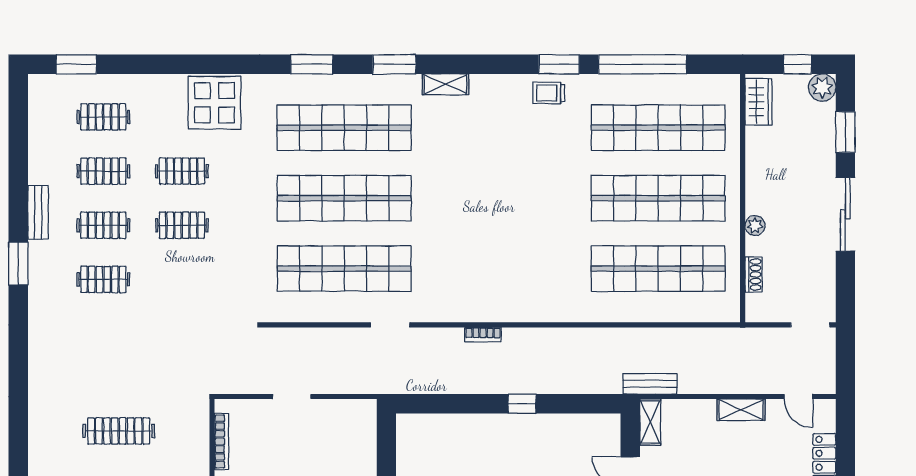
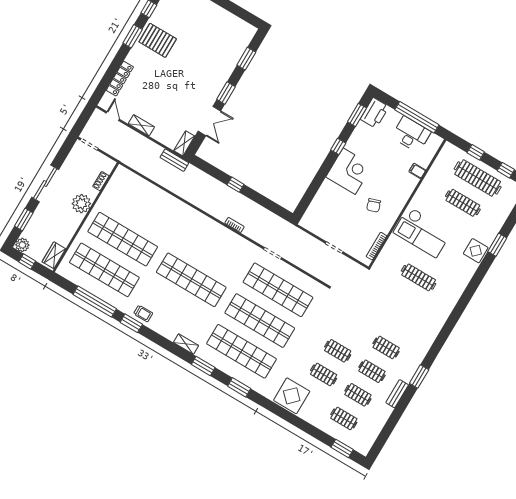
plant: (755, 226) -> (81, 204), width x1.88, depth x1.88
shop shelf: (658, 269) -> (191, 280), moved

